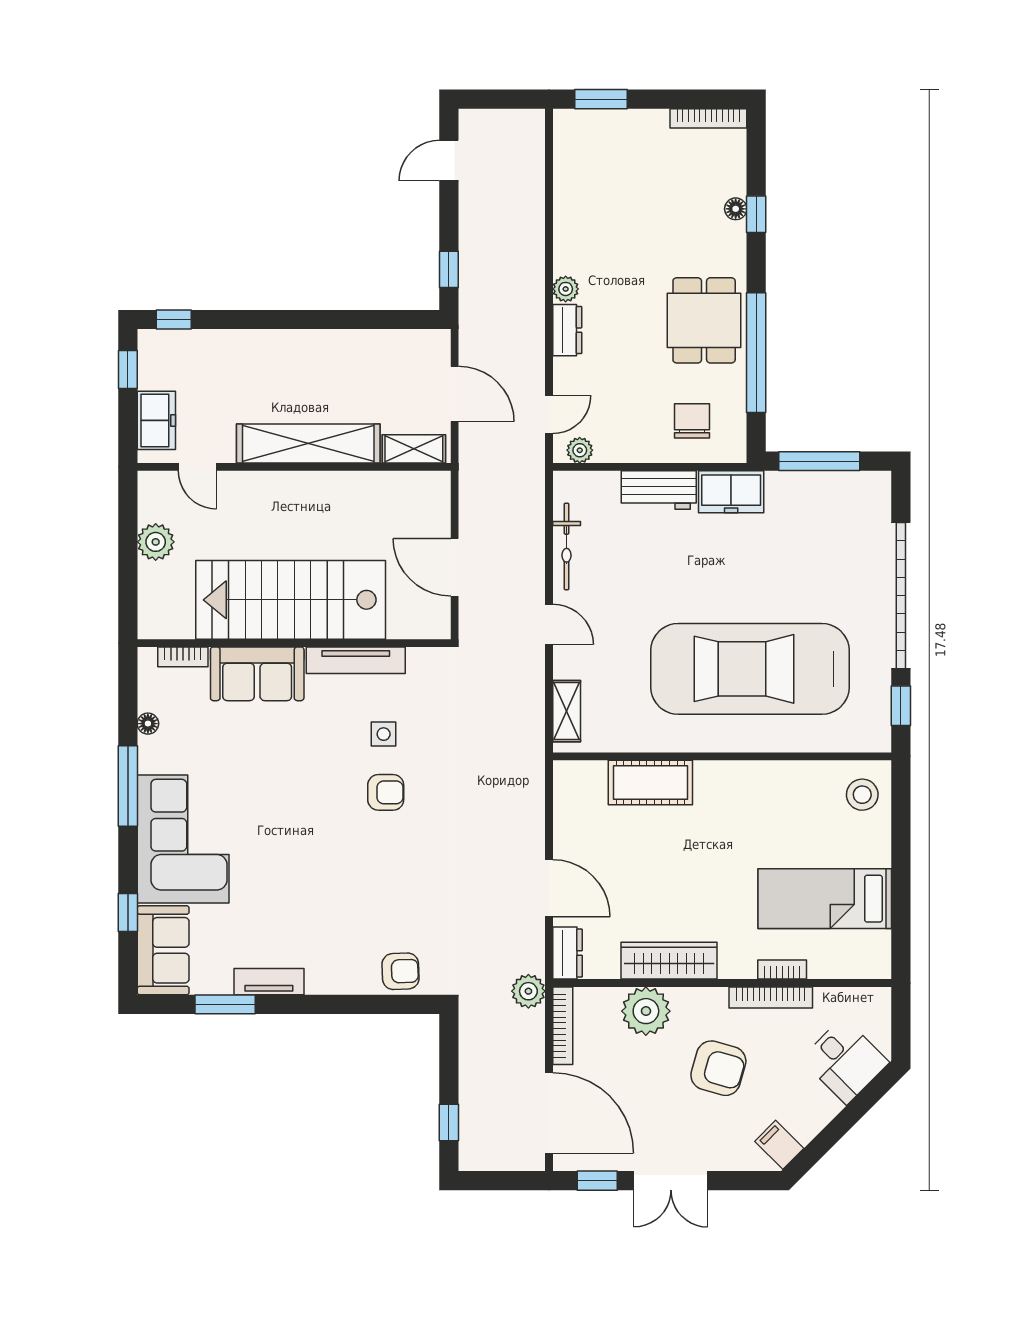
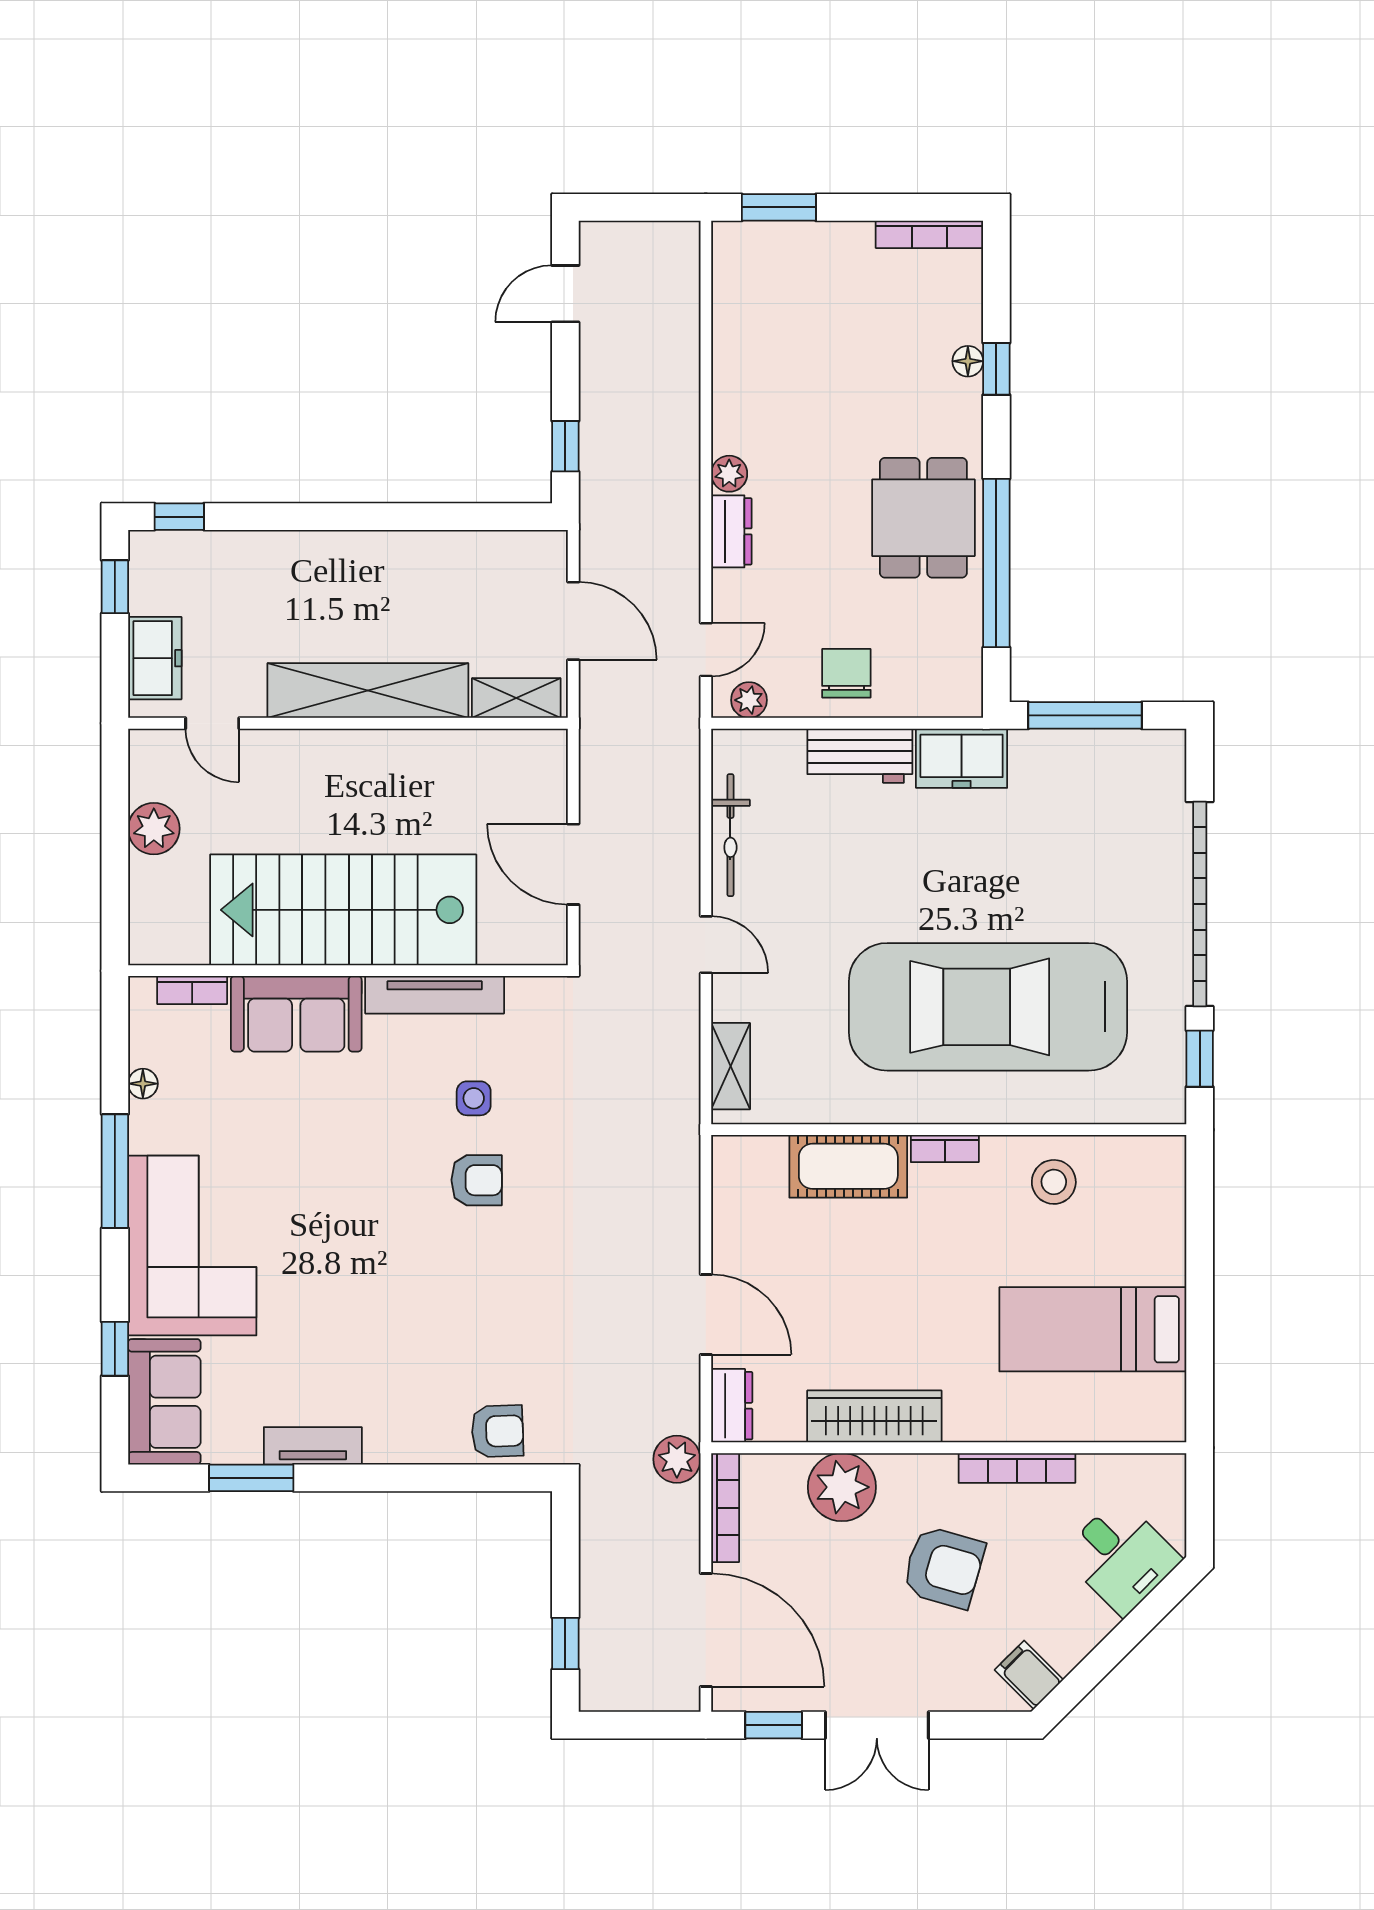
chair: (692, 421) -> (846, 673), moved
stool: (862, 795) -> (1054, 1182), moved
bookcase: (782, 970) -> (945, 1149), moved, turned 180

